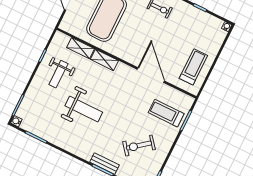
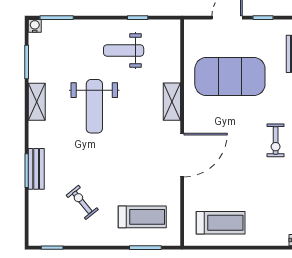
shelving: (81, 48) -> (37, 102), moved
door: (151, 75) -> (182, 155), moved
treadmill: (166, 113) -> (142, 217), turned 90
exercise bike: (139, 146) -> (82, 202), width x0.73, depth x0.72

